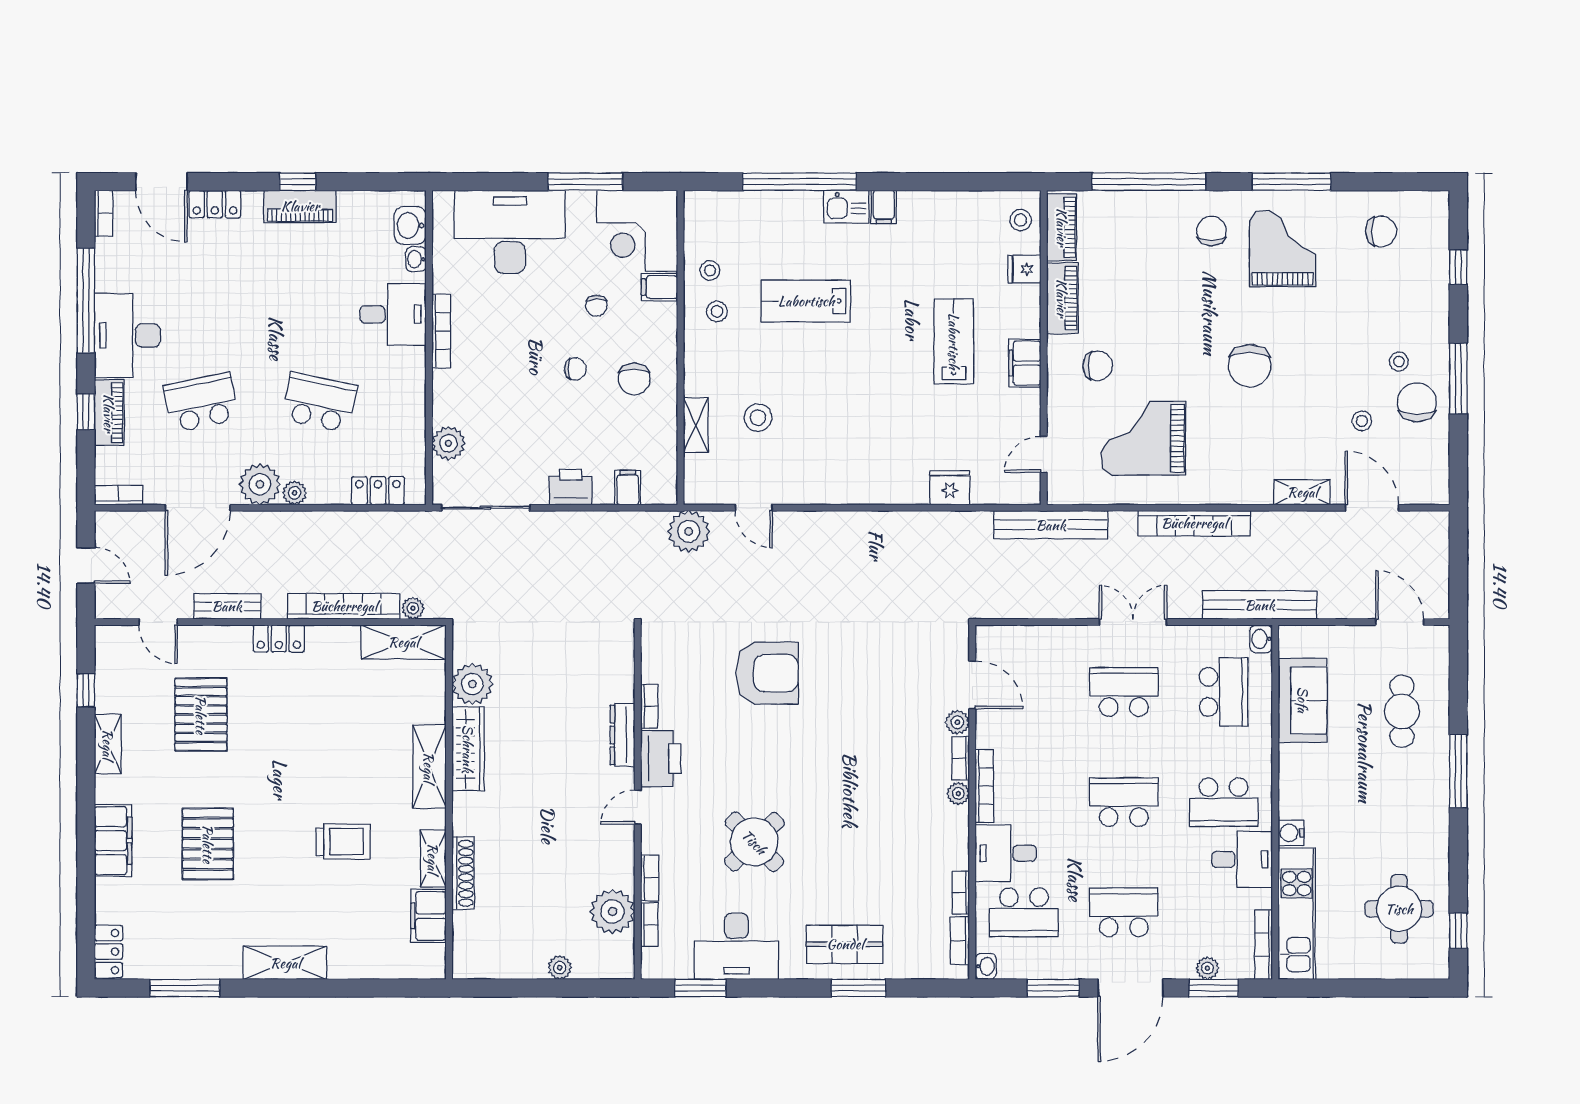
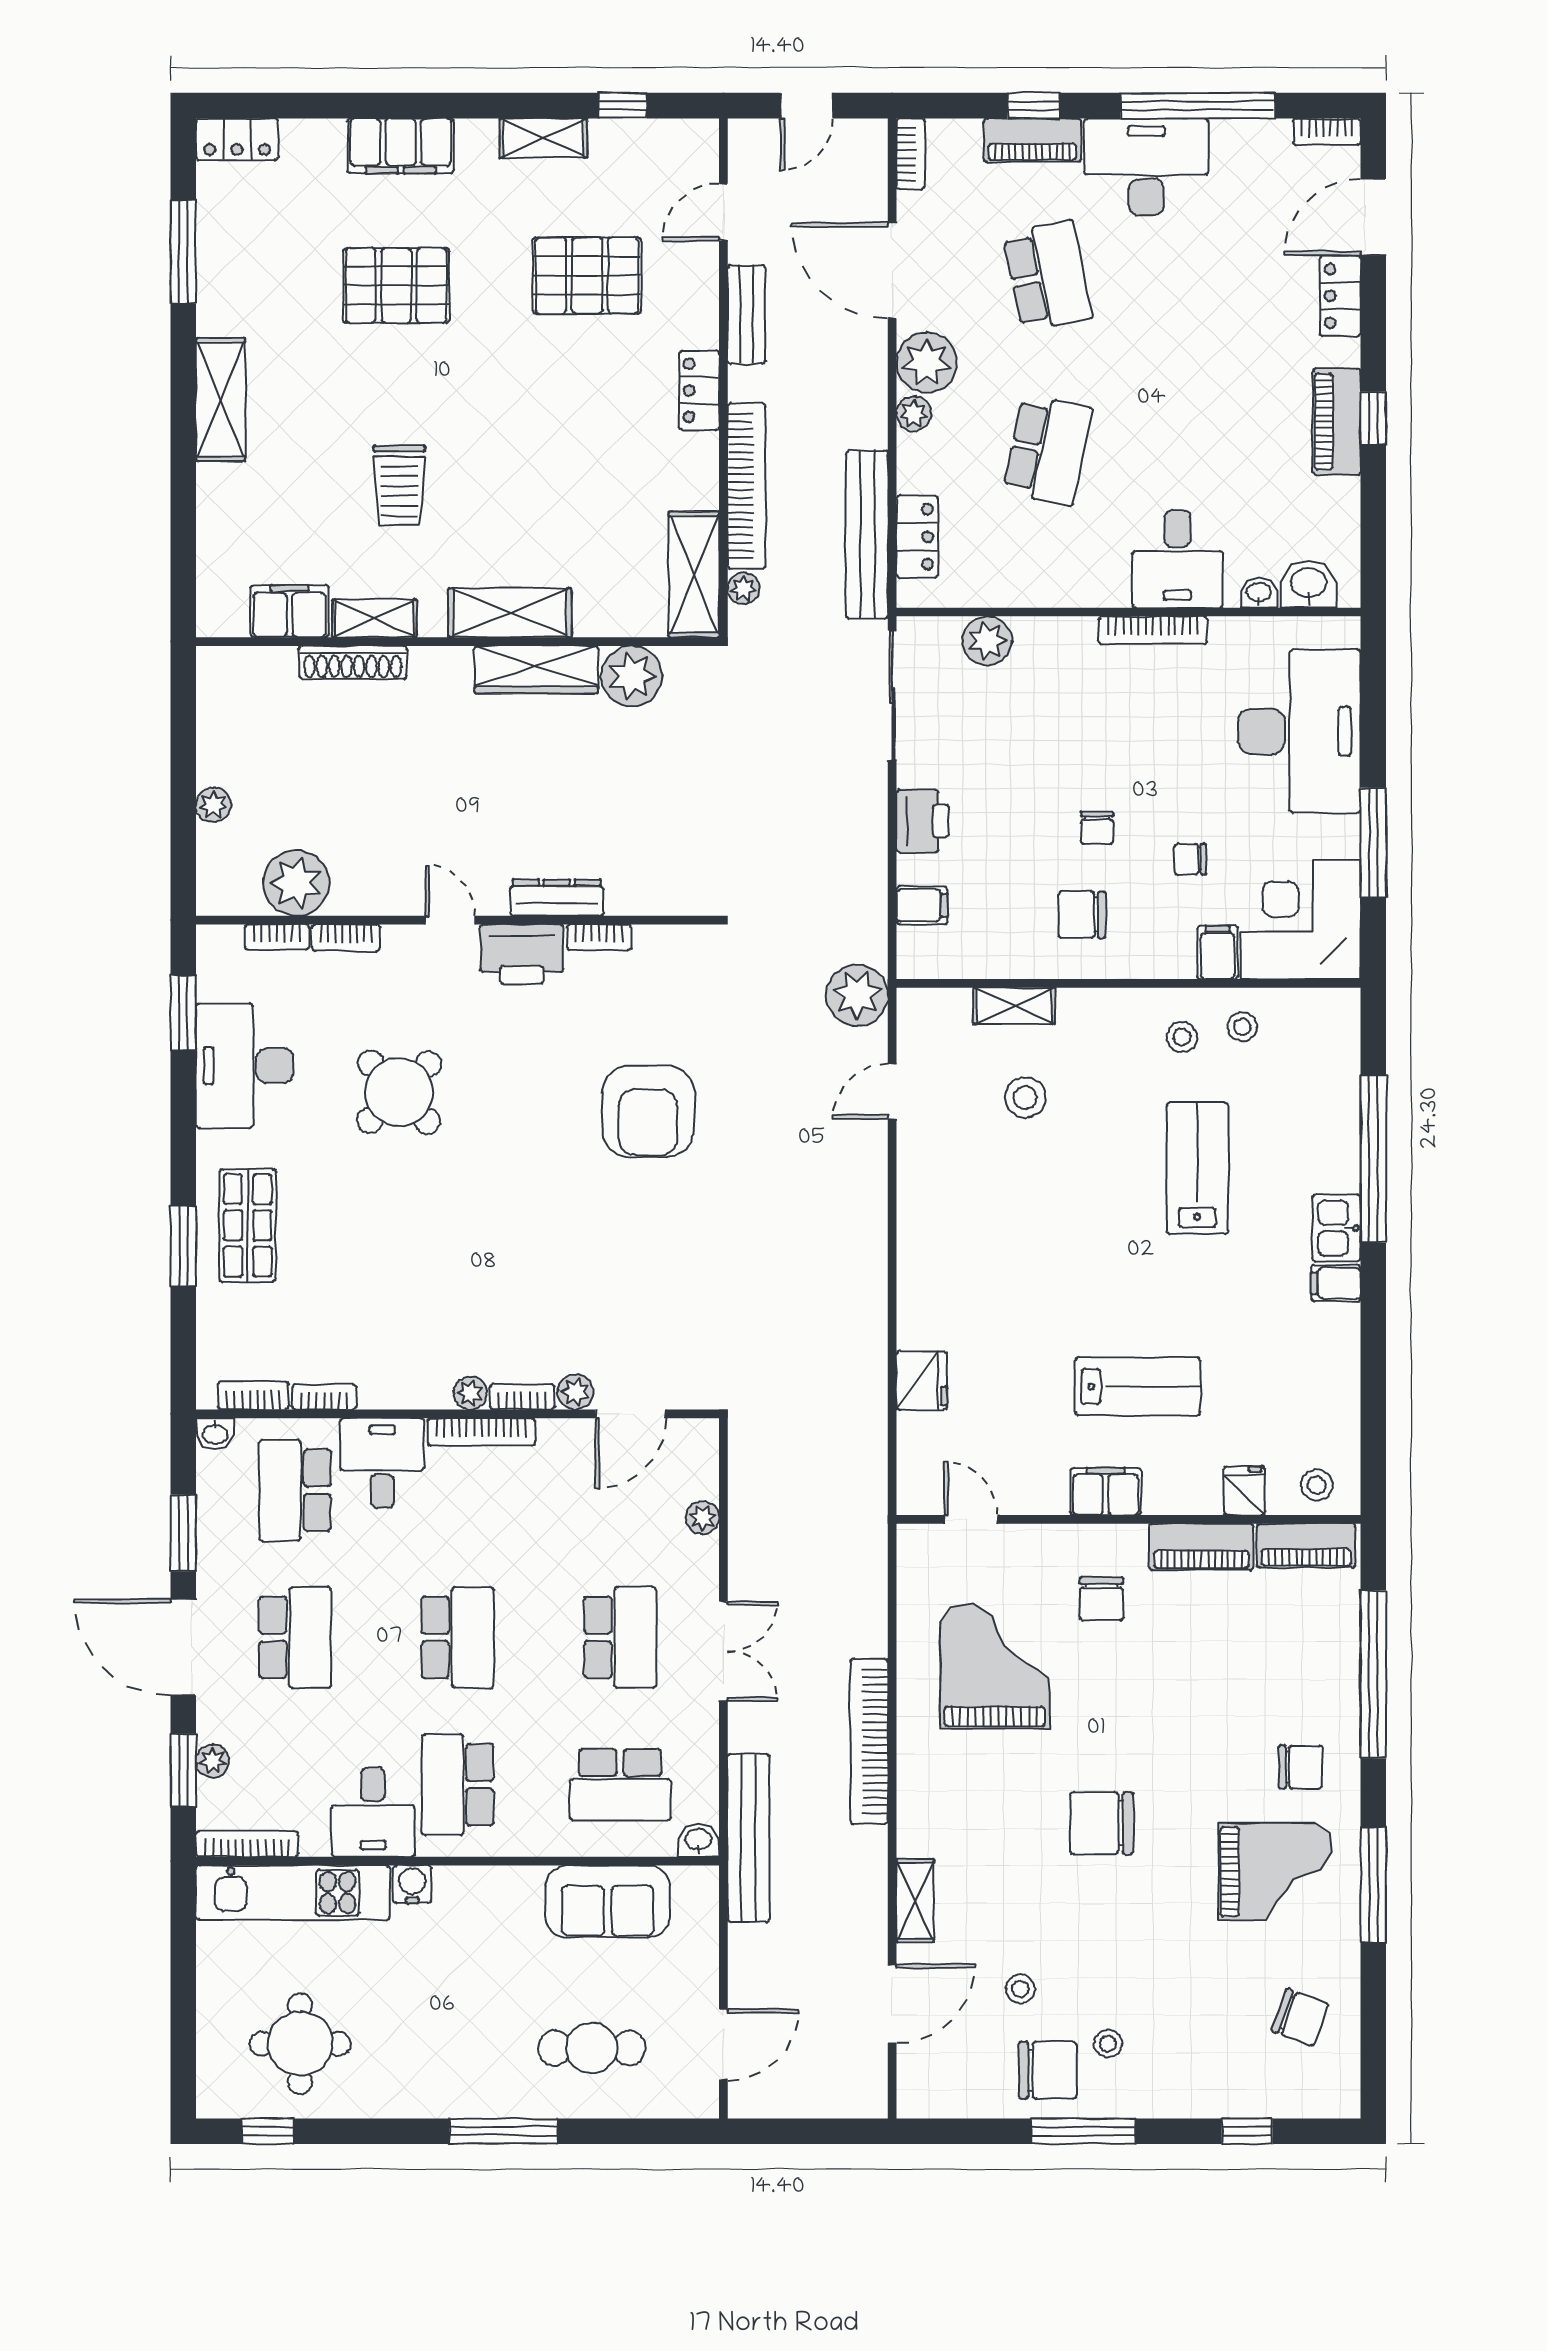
chair: (1381, 231) -> (1300, 2017), turned -70
bench: (1051, 525) -> (867, 535), moved
plant: (1043, 636) -> (703, 1518), added

